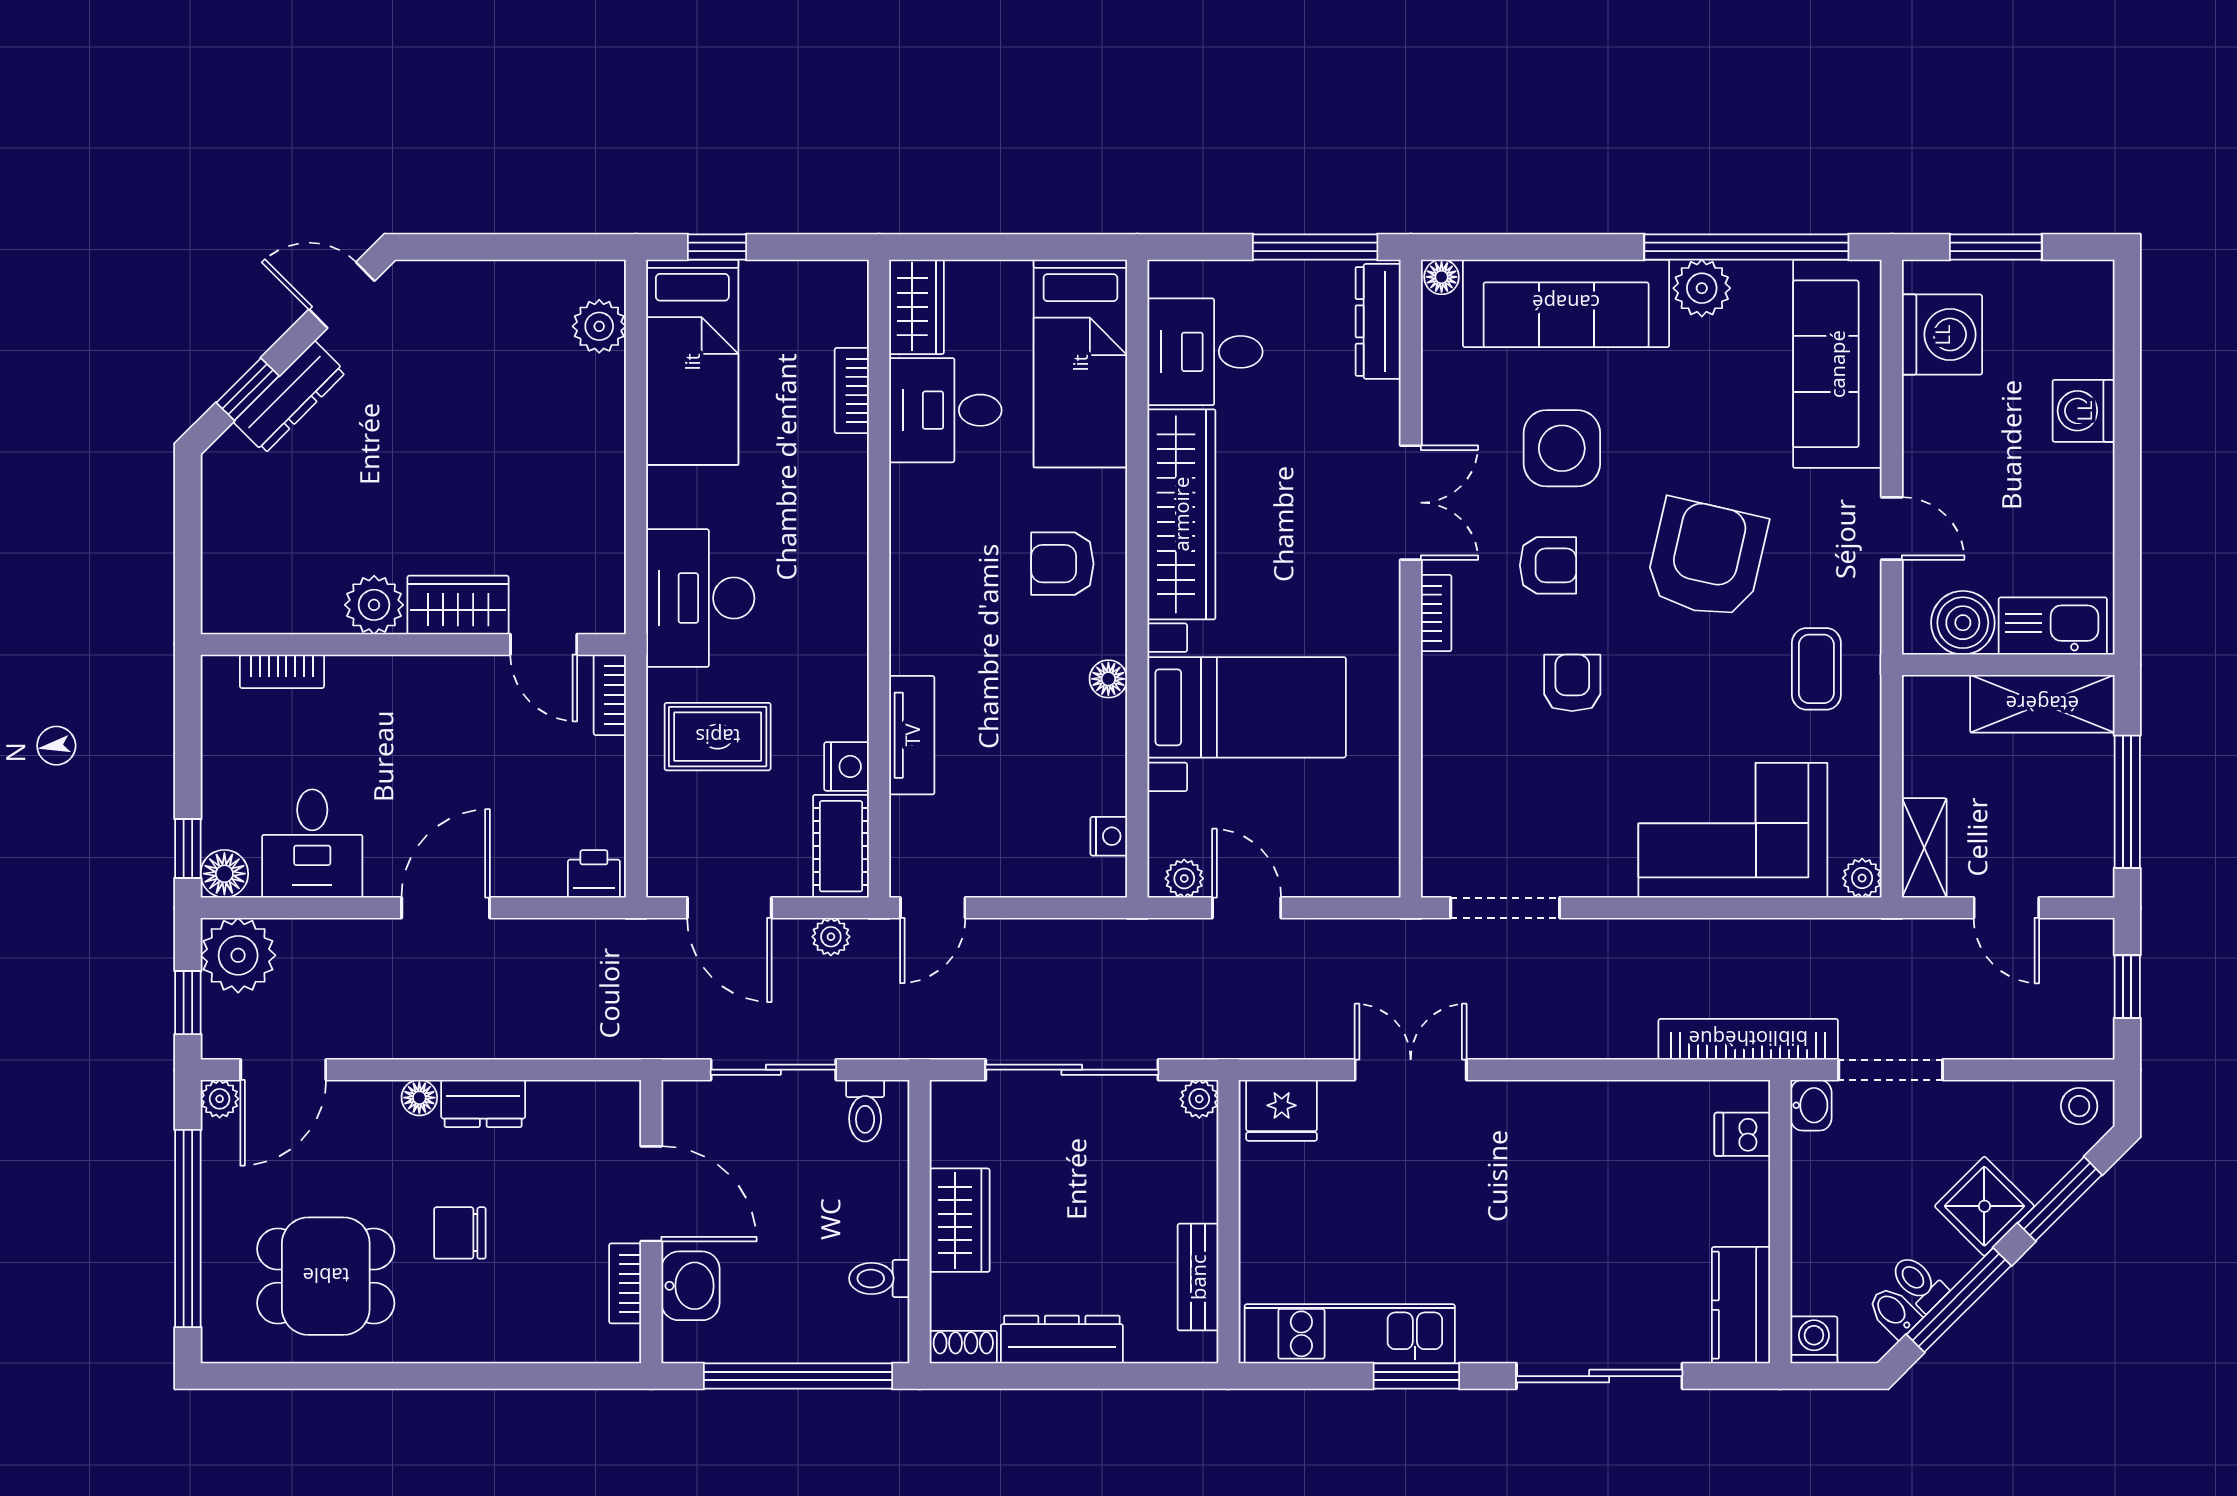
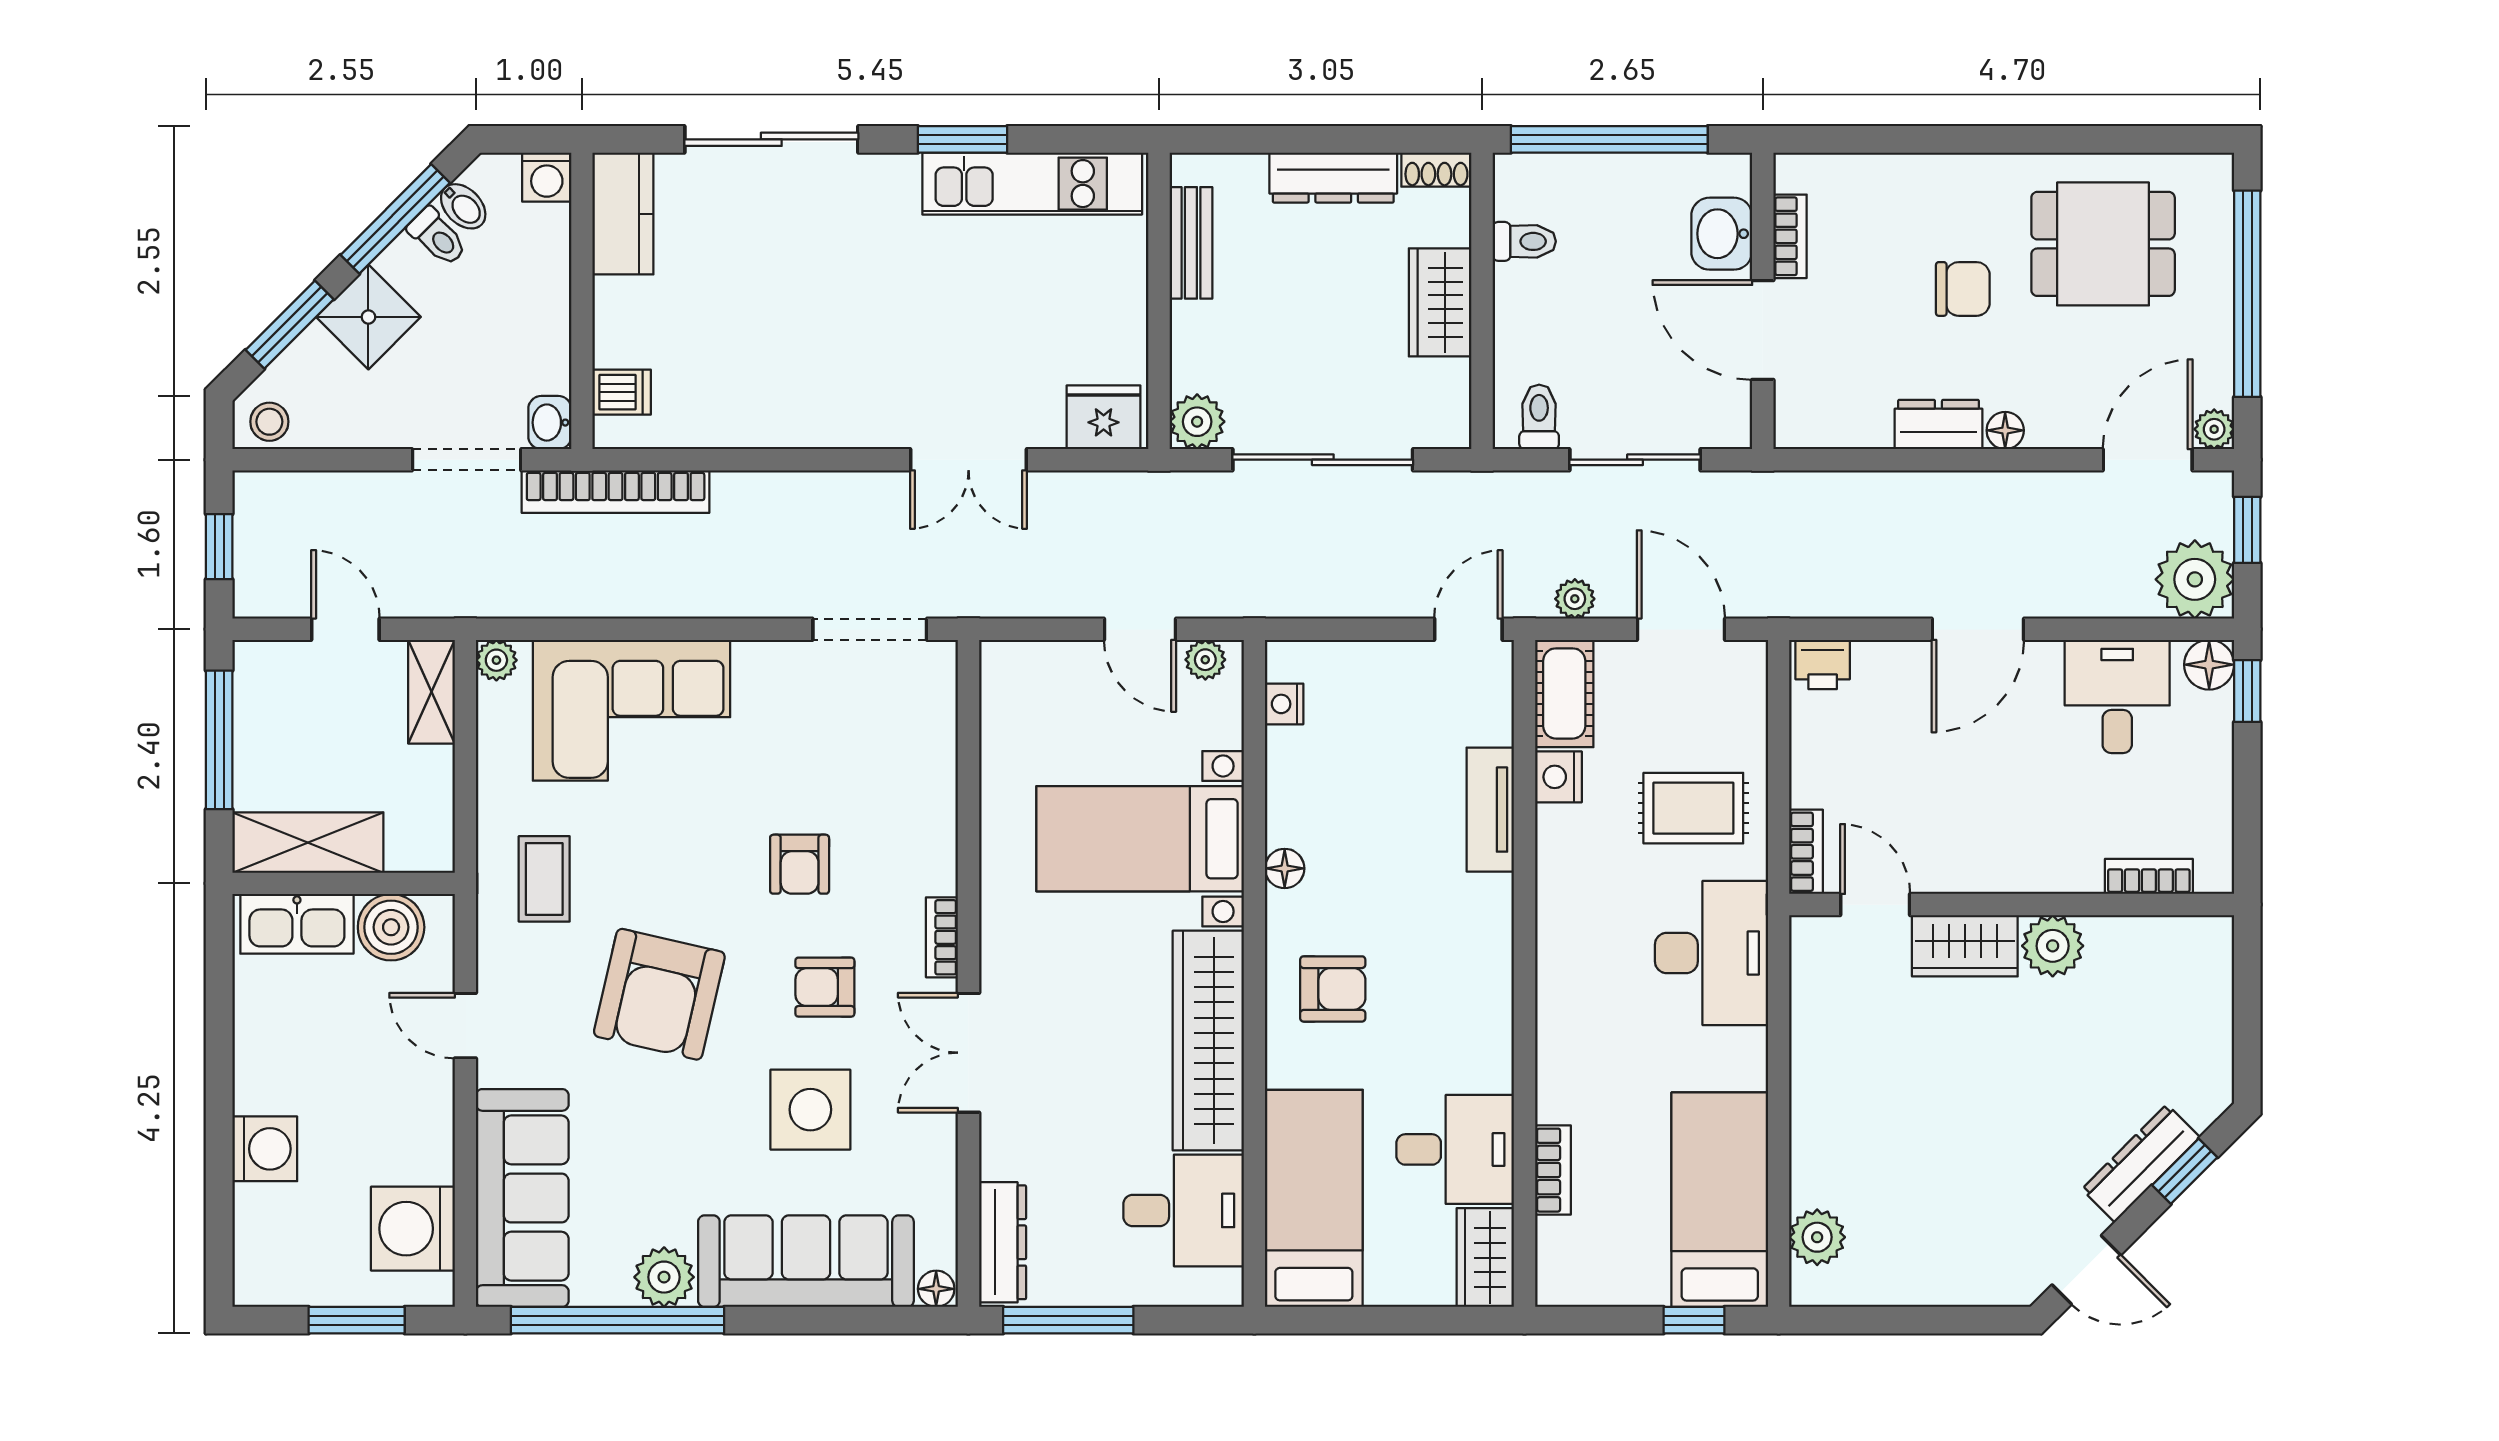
plant: (1199, 1099) -> (1197, 422), width x1.38, depth x1.38

